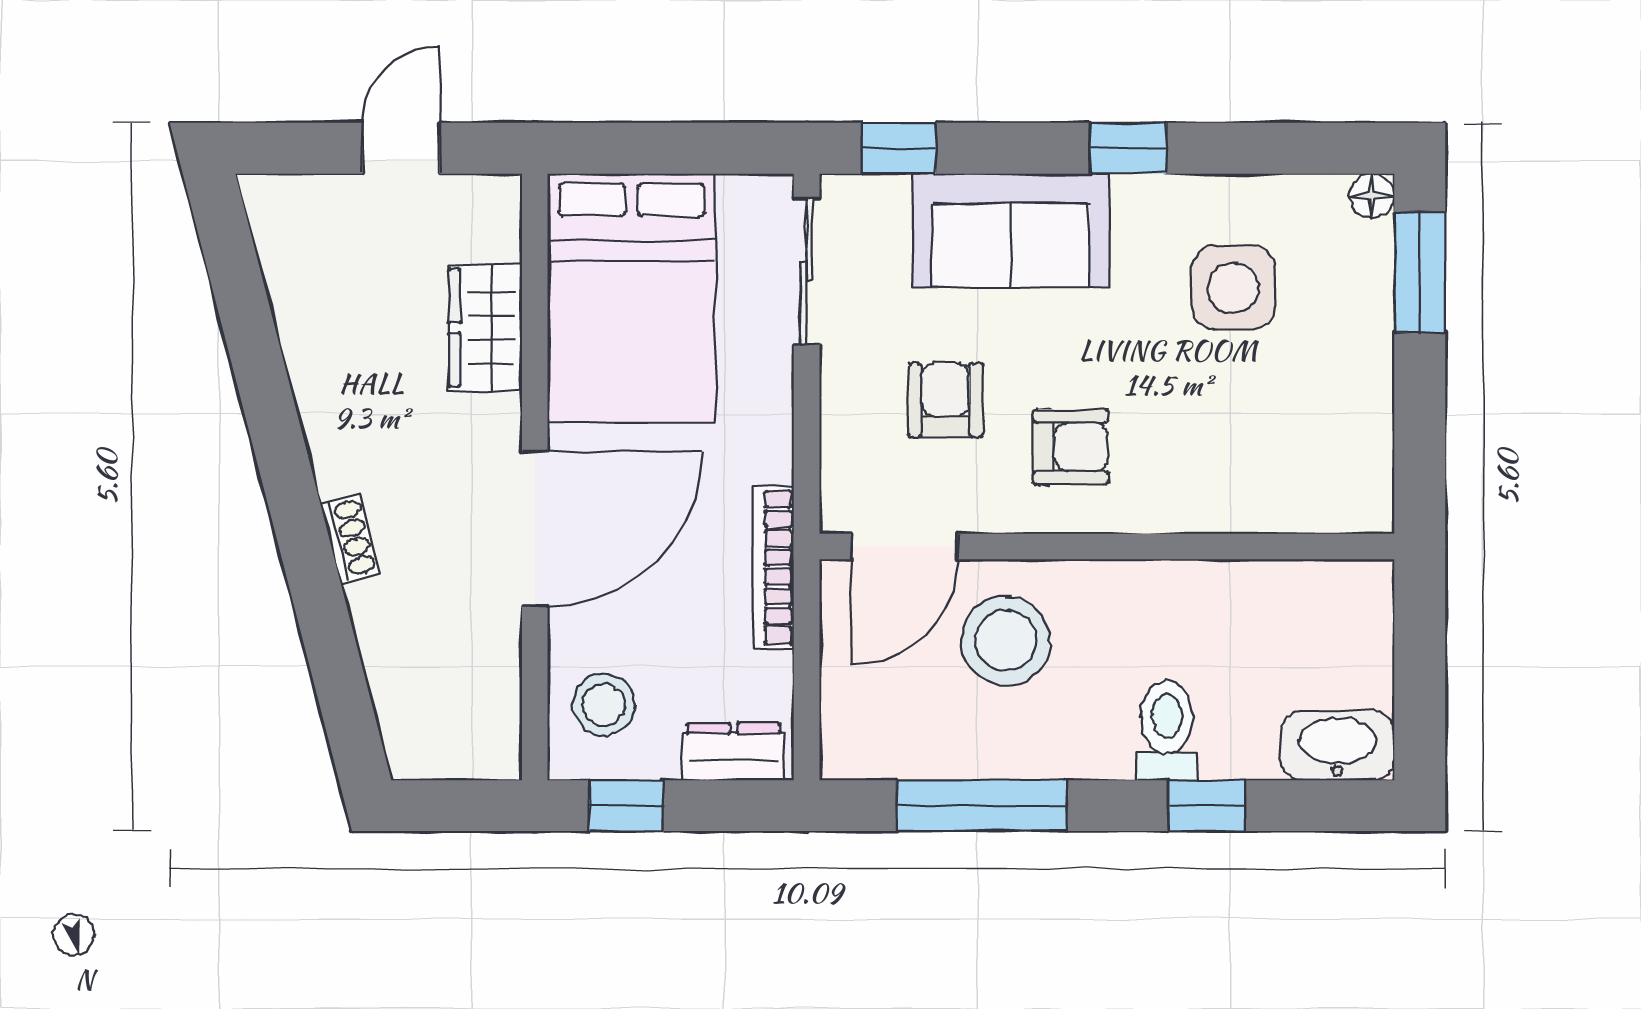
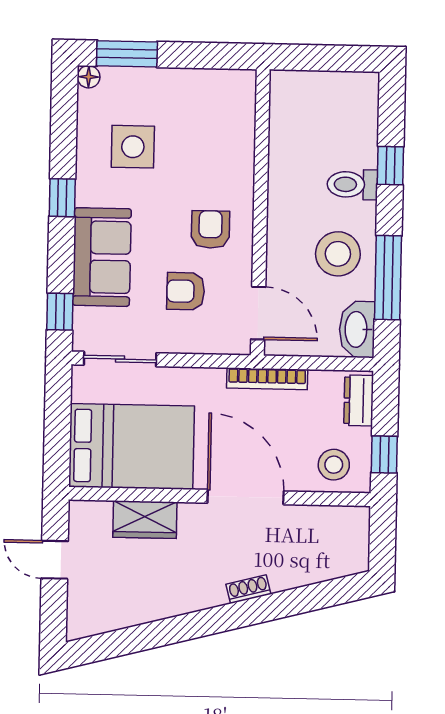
stool: (1006, 640) -> (338, 254), moved
washbasin: (1338, 746) -> (357, 329), moved

